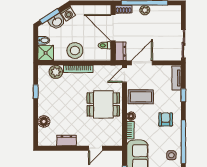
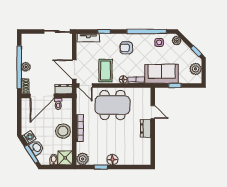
plant: (56, 72) -> (83, 159), moved
dining table: (103, 104) -> (112, 105), width x1.38
floor lamp: (44, 121) -> (112, 160), moved
dresser: (66, 141) -> (146, 128), moved

